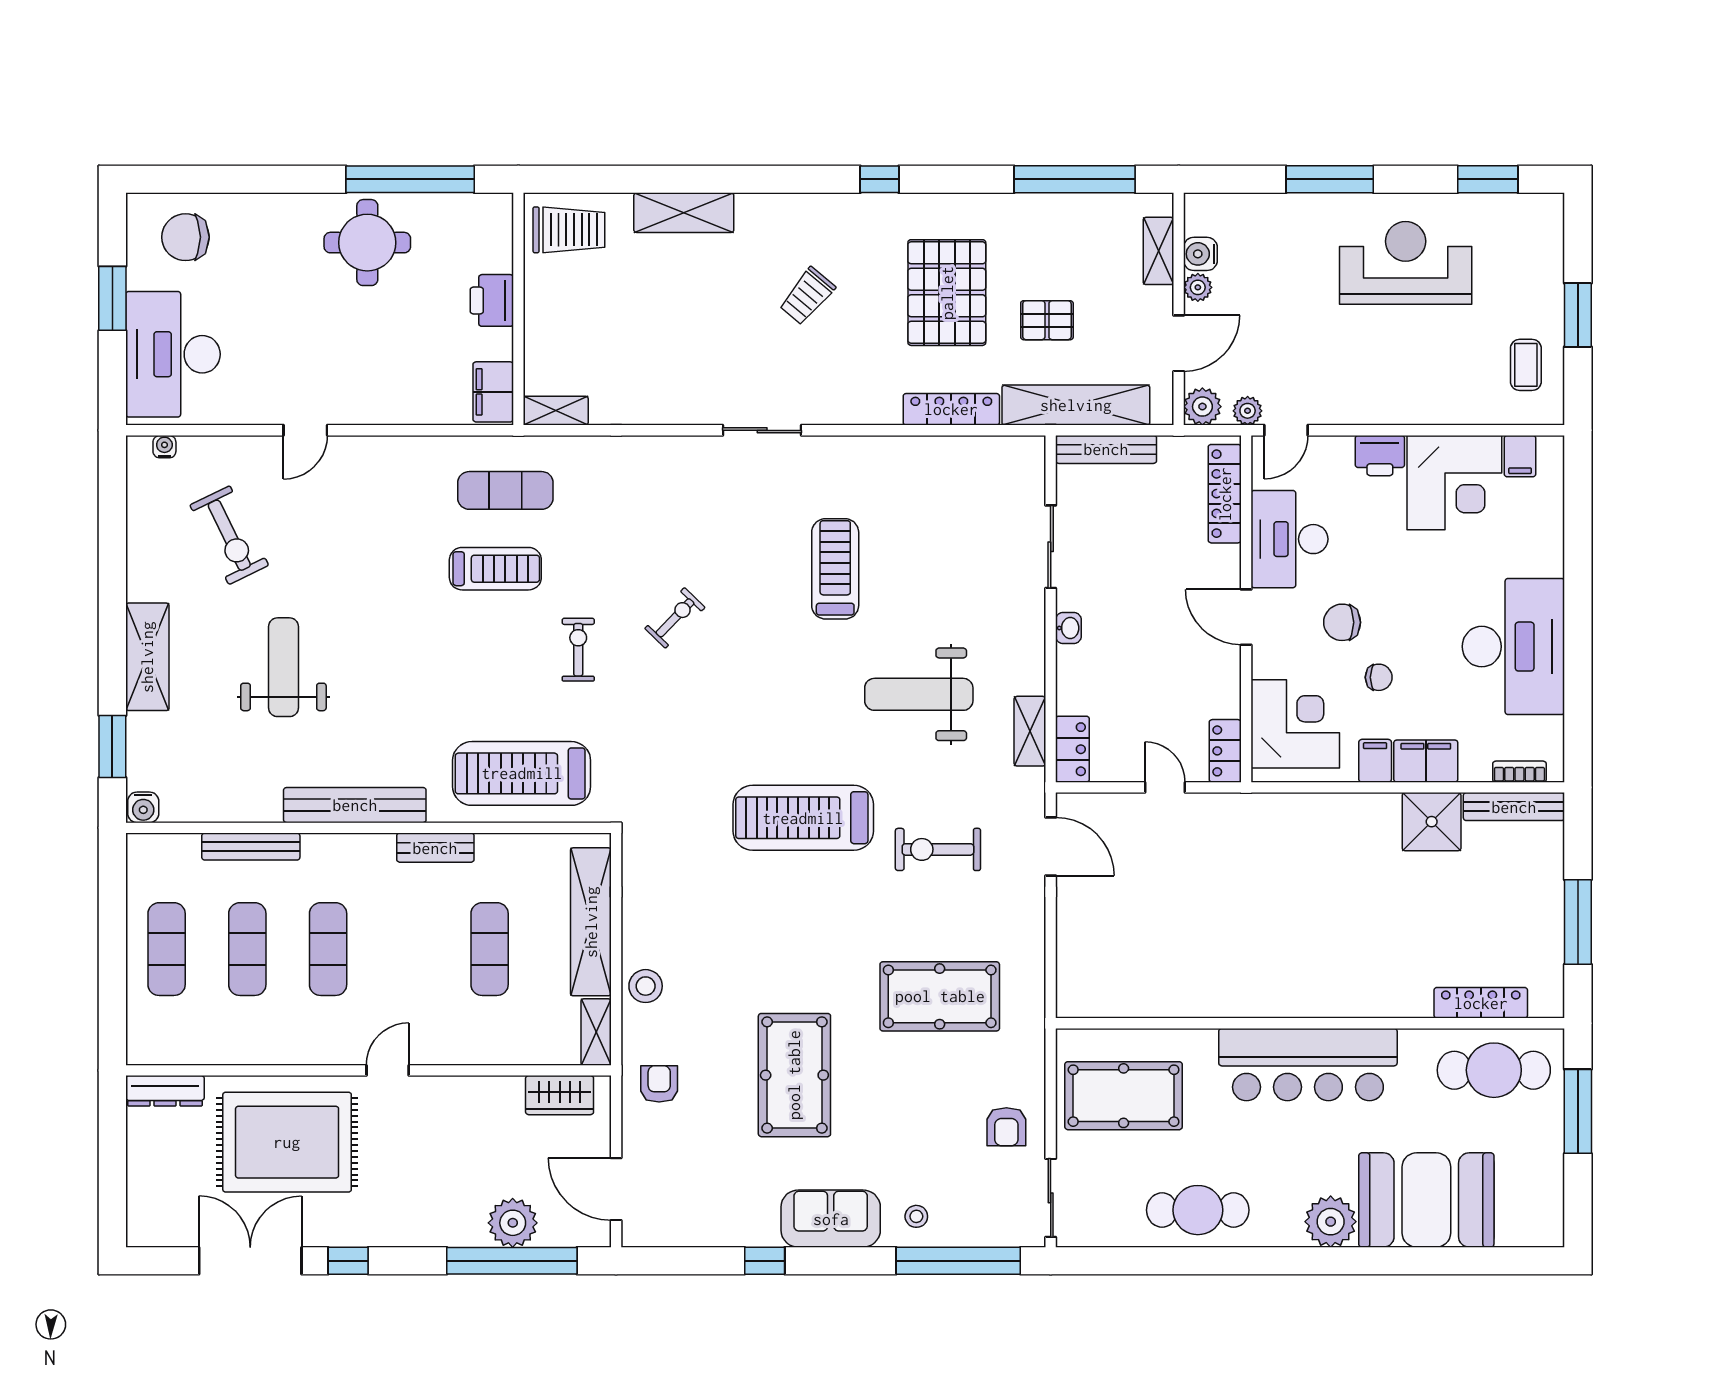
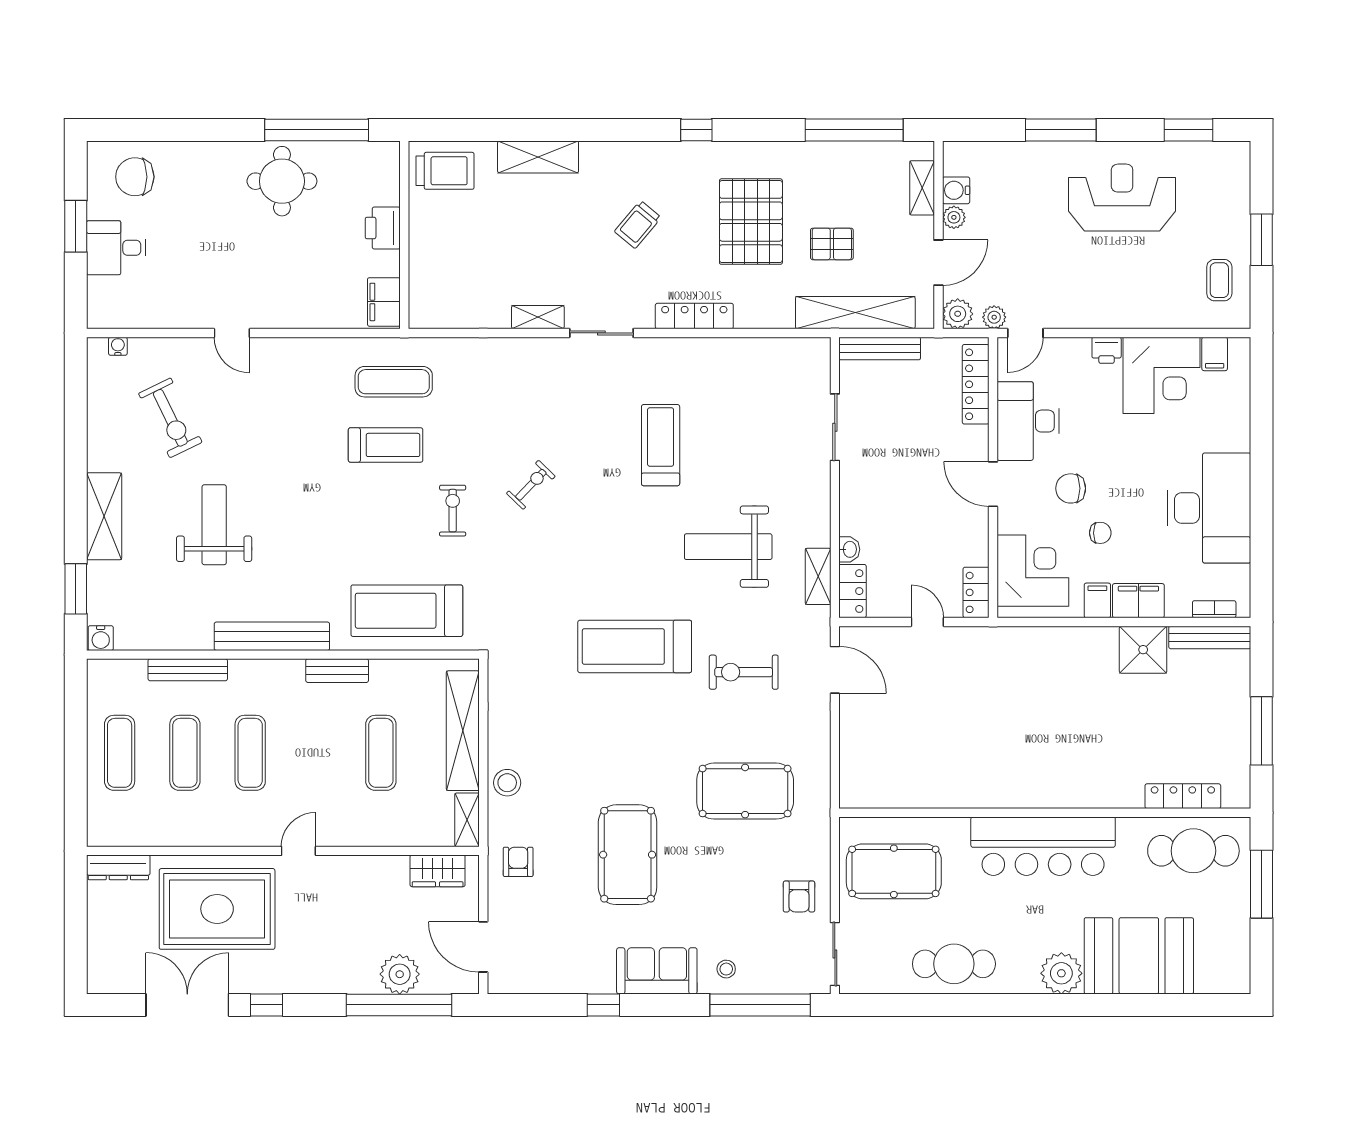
desk: (173, 354) -> (116, 248), width x0.53, depth x0.77
locker: (951, 409) -> (694, 316), moved
shelving: (556, 411) -> (538, 317), moved
door: (305, 430) -> (232, 333), hinge flipped
printer: (1380, 456) -> (1107, 350), width x0.73, depth x0.81
washbasin: (1068, 628) -> (849, 549), moved

